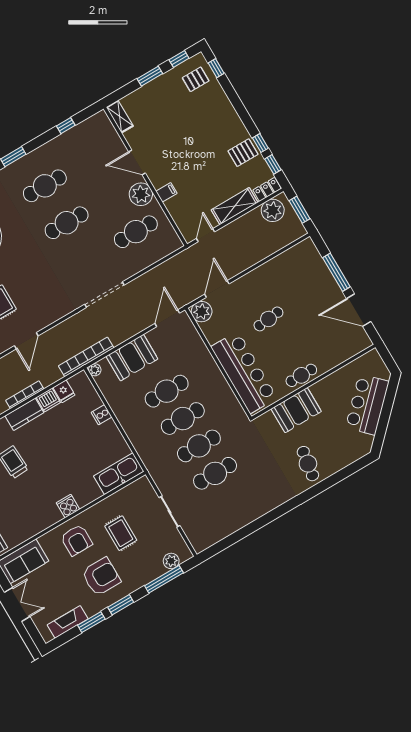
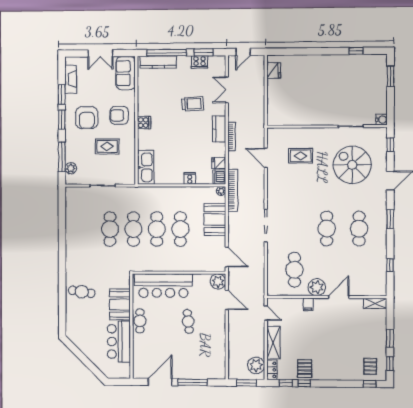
dishwasher: (48, 400) -> (219, 176), moved
bar counter: (367, 405) -> (119, 342), moved, turned -135

